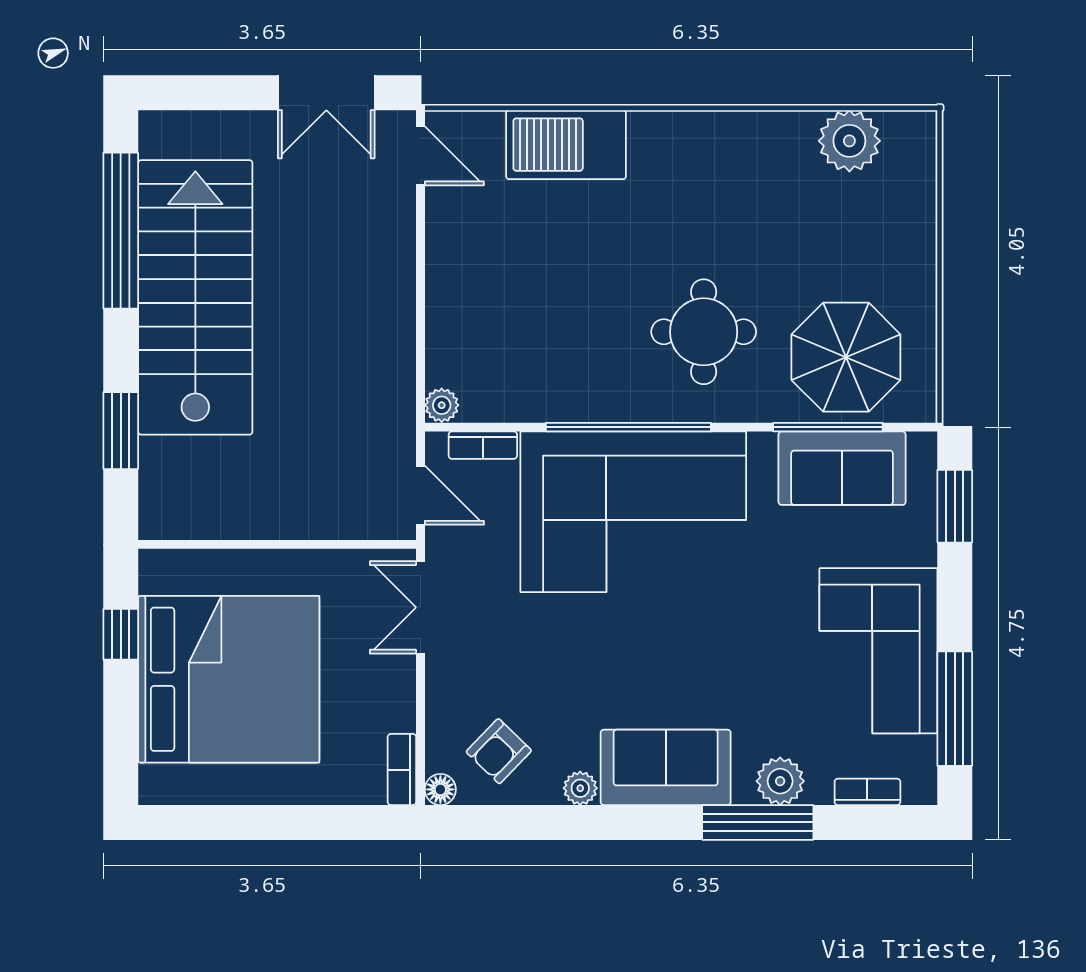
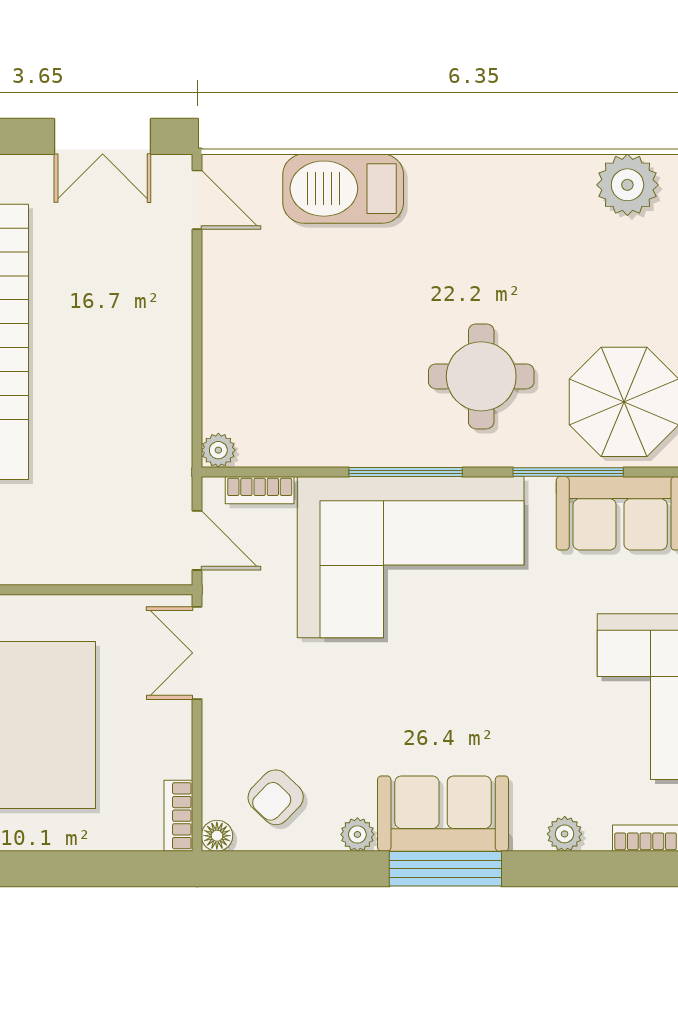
window: (628, 427) -> (406, 472), width x0.68
window: (828, 427) -> (568, 472), moved
plant: (780, 781) -> (565, 834), width x0.73, depth x0.73
window: (758, 822) -> (445, 869), moved

